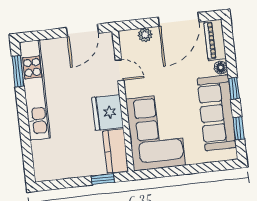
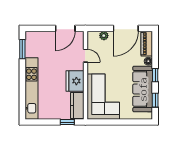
kitchen unit: (35, 90) -> (31, 88), moved

